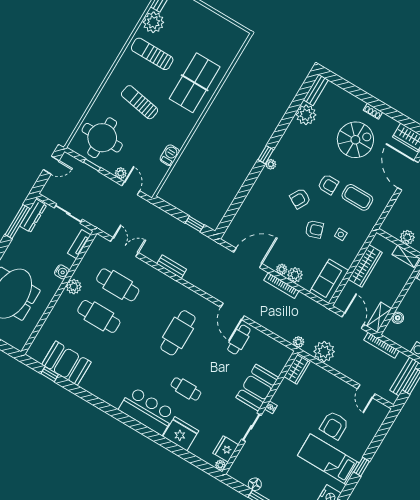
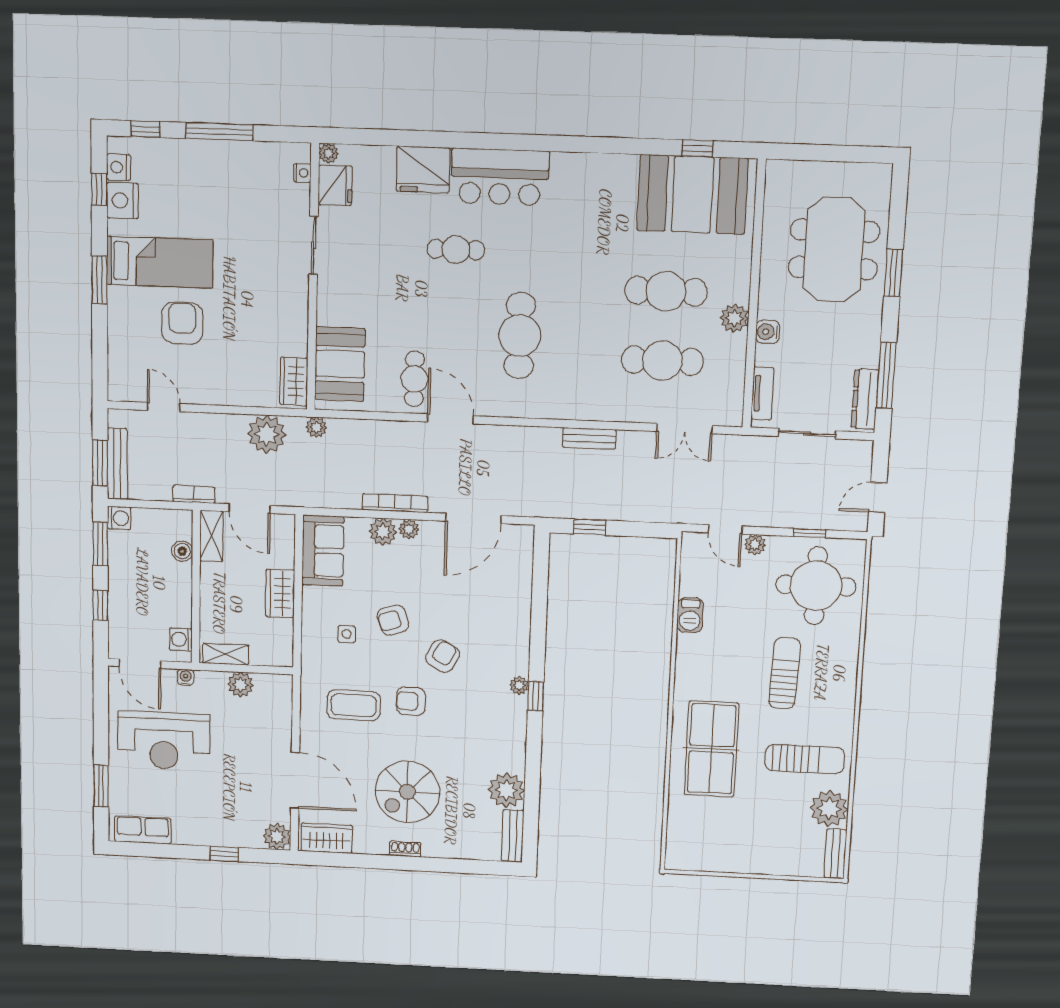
sun lounger: (140, 102) -> (785, 673), turned -98
wardrobe: (365, 266) -> (280, 593), width x0.67
bookcase: (381, 345) -> (194, 494), width x0.64
booth: (66, 363) -> (692, 194), width x1.36, depth x1.42
booth: (257, 388) -> (340, 364), moved
nightstand: (271, 407) -> (302, 173), moved
window: (362, 467) -> (100, 280), width x1.50
floor lamp: (255, 484) -> (254, 153), removed

